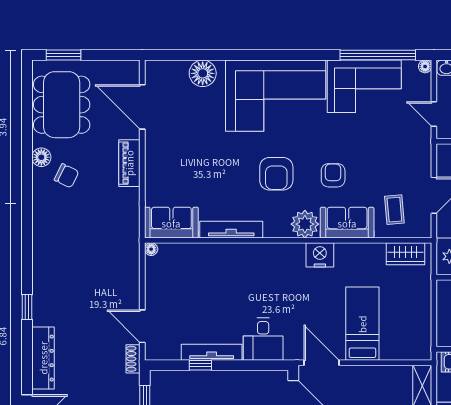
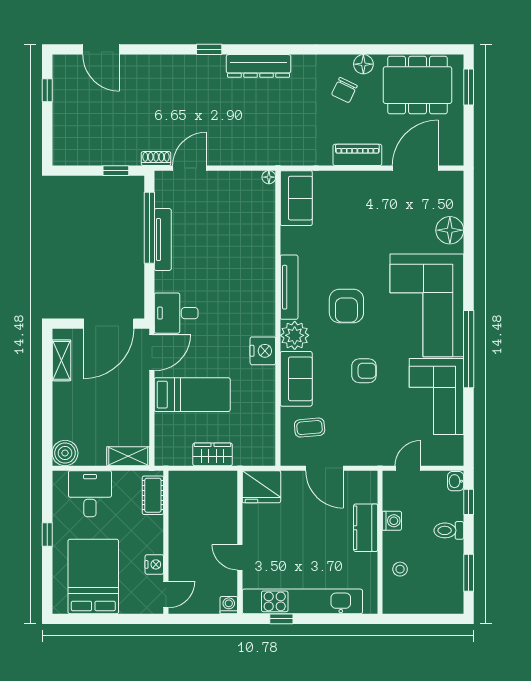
window: (378, 55) -> (469, 349), moved
floor lamp: (425, 66) -> (457, 459), removed
armchair: (276, 174) -> (346, 306), turned -90
armchair: (333, 175) -> (364, 371), moved
tv unit: (231, 230) -> (289, 287), moved
wardrobe: (406, 254) -> (213, 454), moved, turned 90
desk: (263, 339) -> (176, 313), moved
dresser: (43, 358) -> (259, 66), moved
window: (200, 365) -> (149, 228), width x3.17

